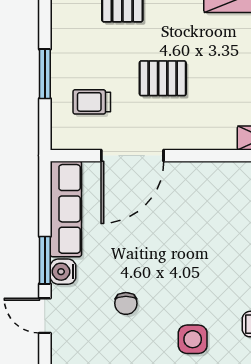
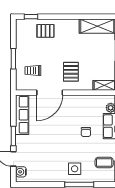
pallet: (163, 78) -> (71, 72), moved, turned 90
water cooler: (63, 272) -> (21, 172), moved
chair: (126, 303) -> (86, 132), moved

